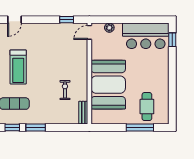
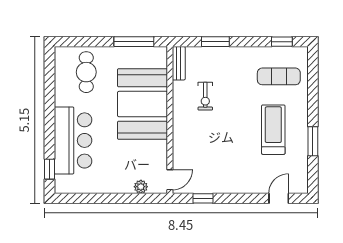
bar counter: (146, 36) -> (73, 140), moved, turned 90
window: (36, 128) -> (215, 42), moved
window: (140, 128) -> (134, 42), moved

